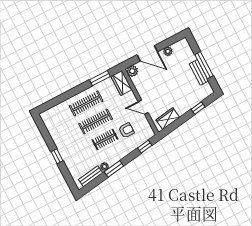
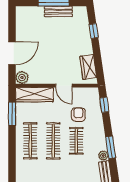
plant: (168, 51) -> (21, 32), removed
wardrobe: (121, 83) -> (34, 95), width x1.50
door: (143, 107) -> (64, 86), hinge flipped

